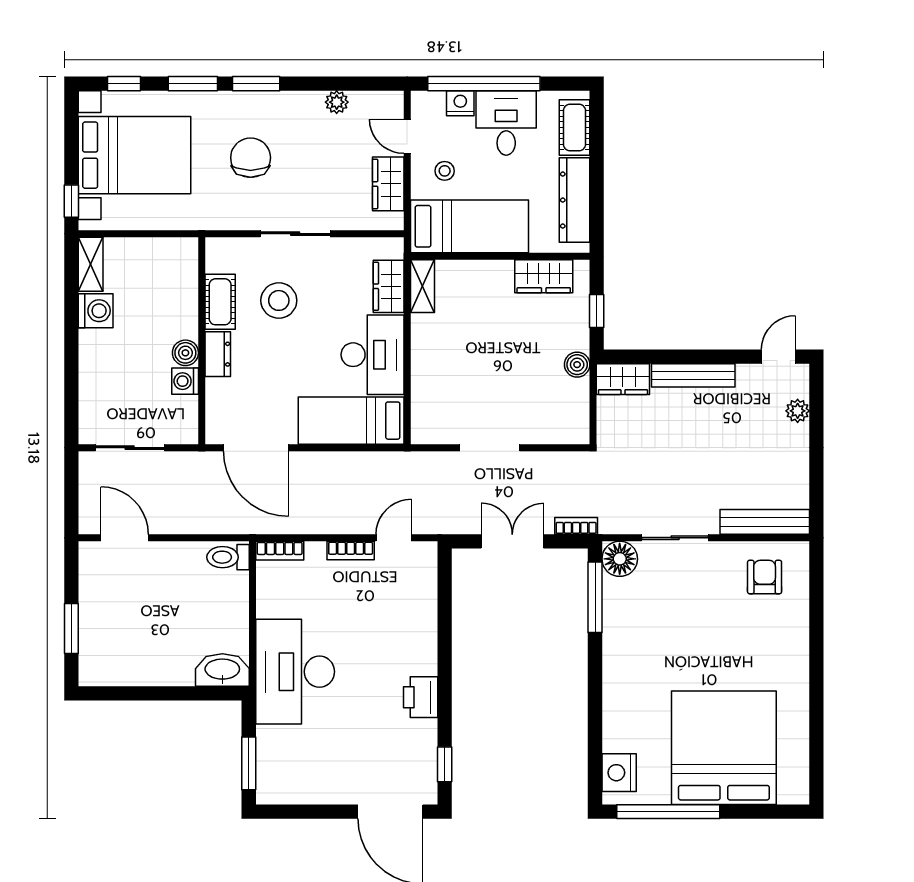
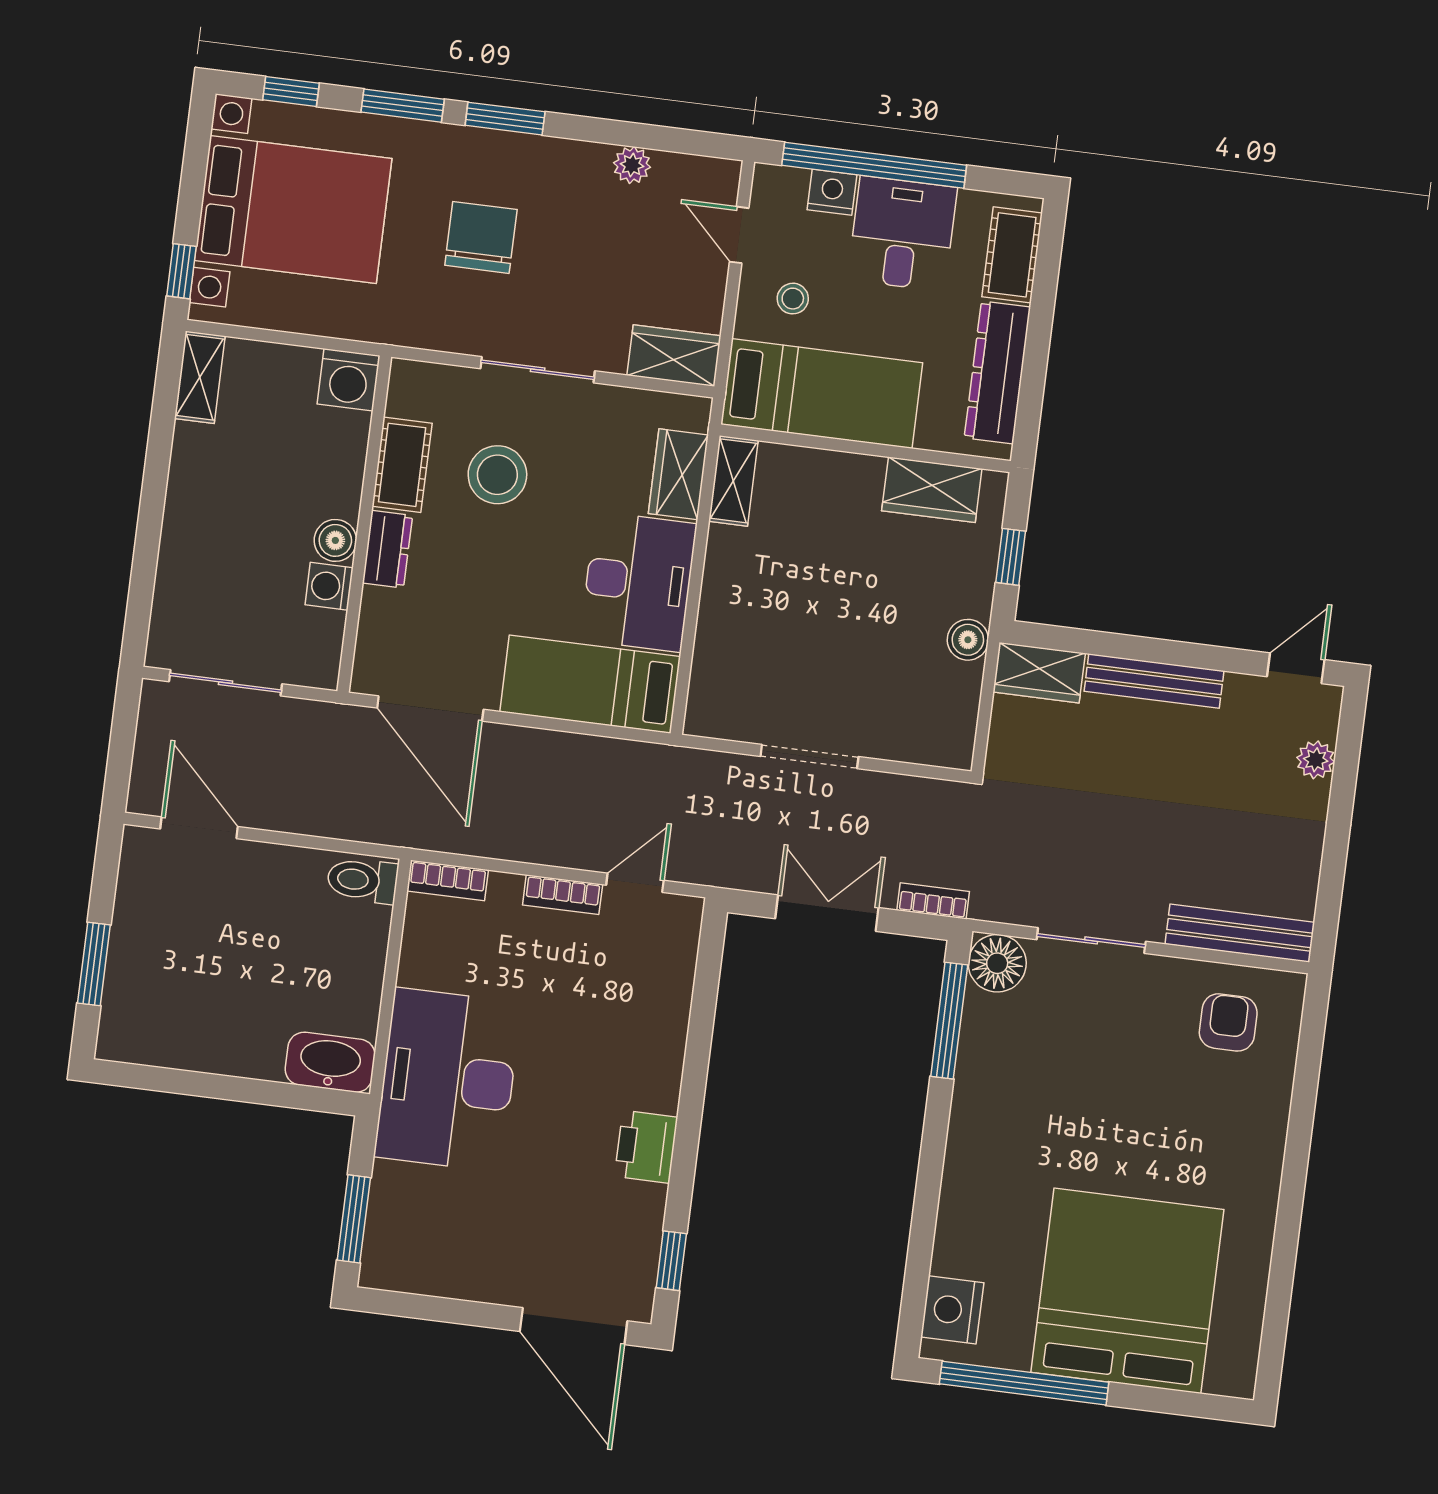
wardrobe: (388, 184) -> (674, 356), moved, turned 90
washing machine: (96, 311) -> (349, 380), moved, turned 90

